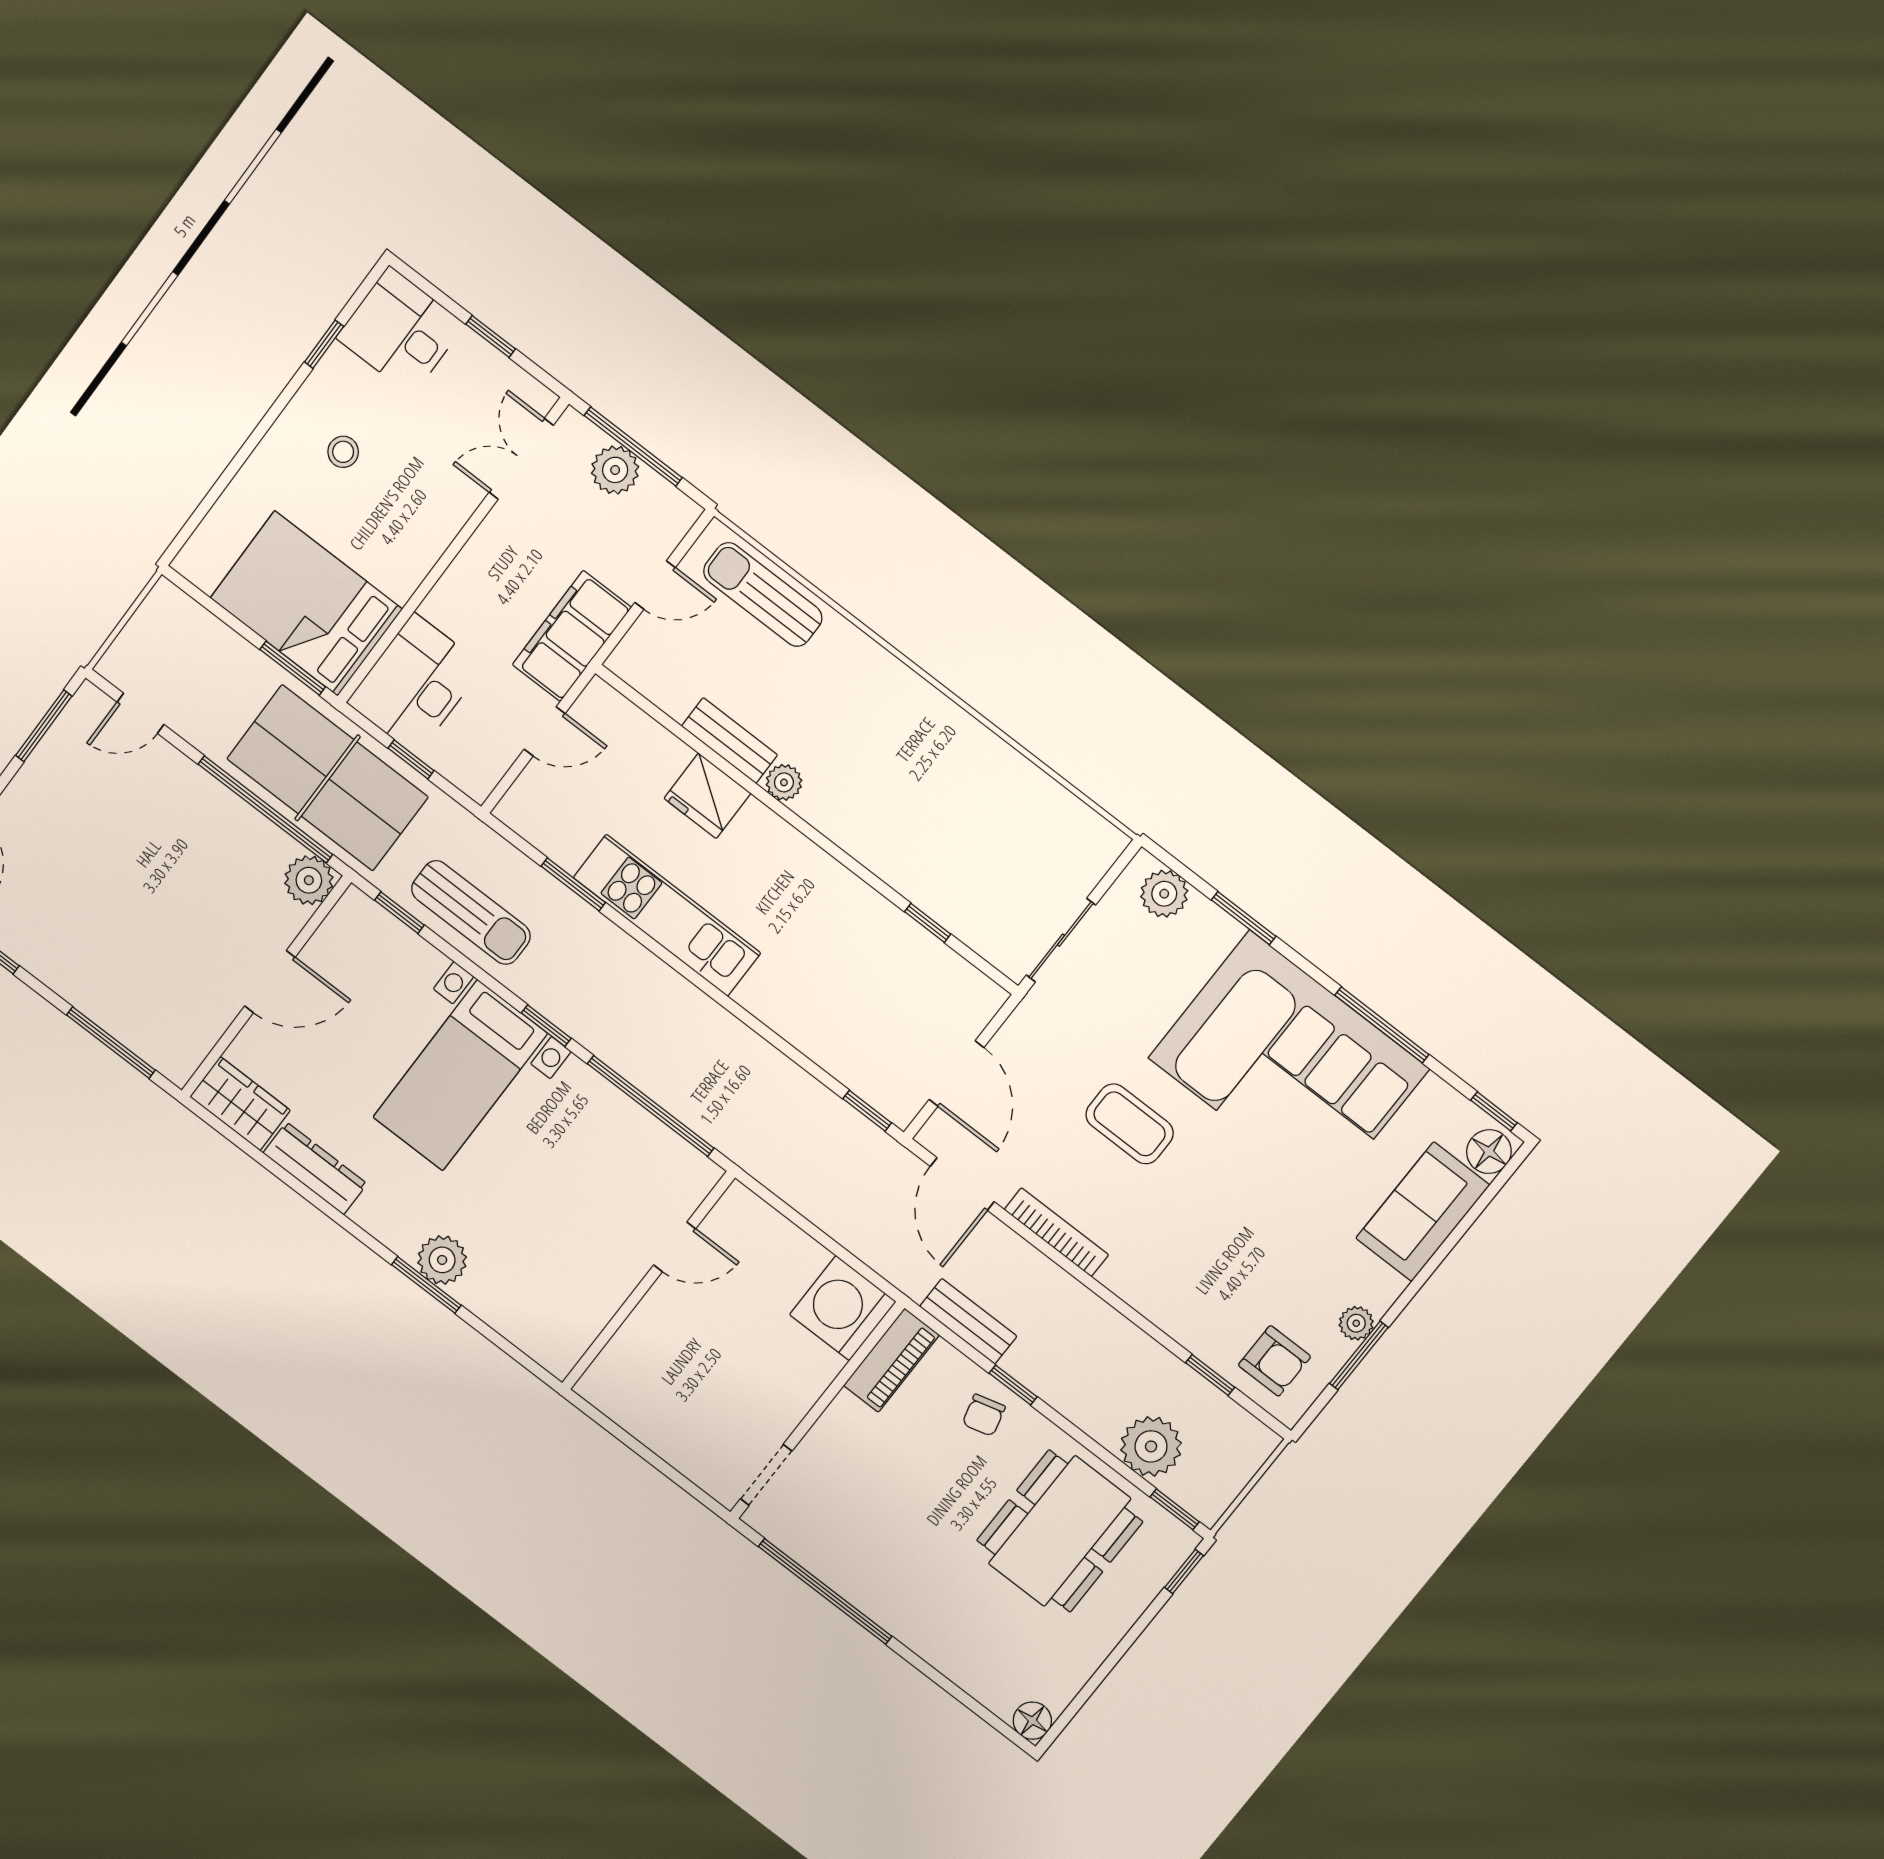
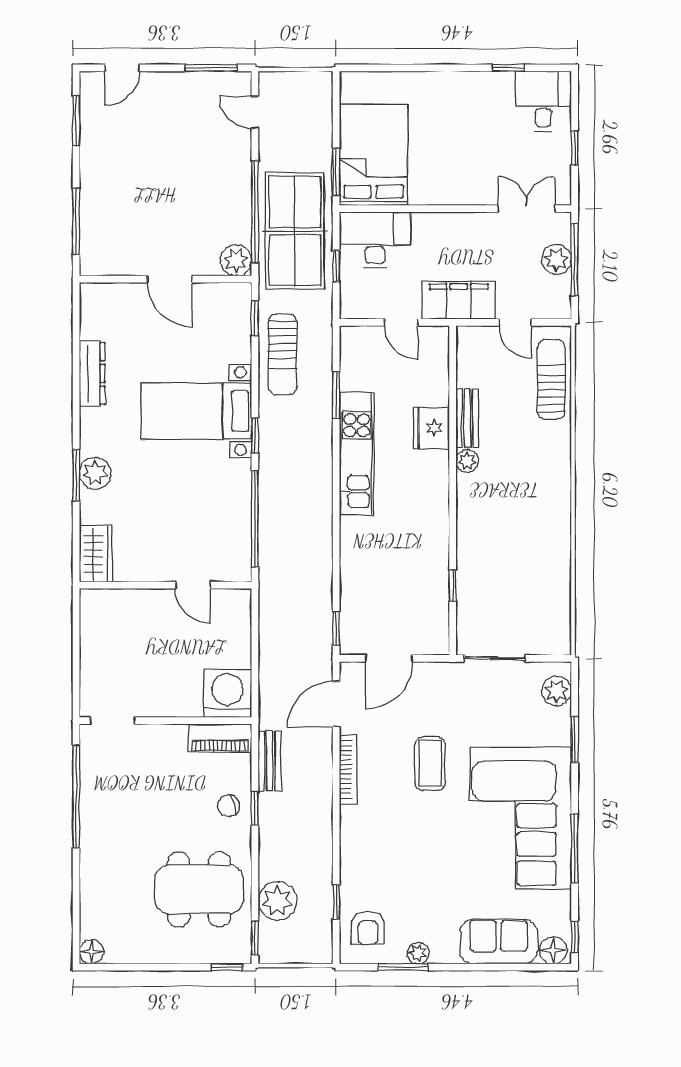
stool: (343, 452) -> (462, 117), removed
wardrobe: (240, 1104) -> (96, 554), moved

